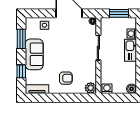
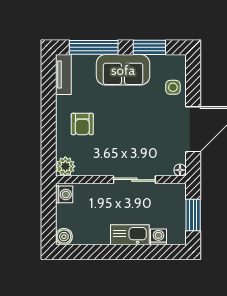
window: (21, 71) -> (94, 47), width x2.17

